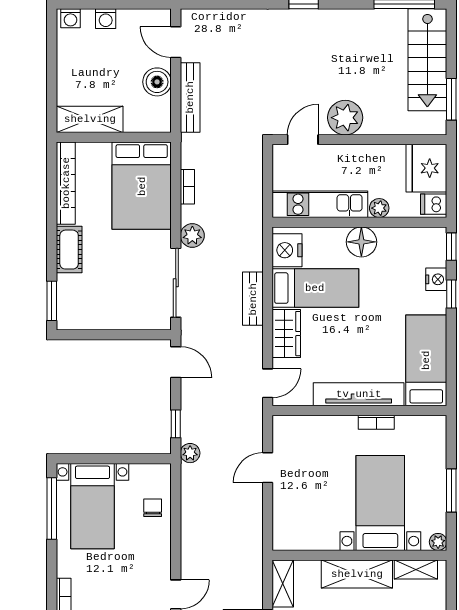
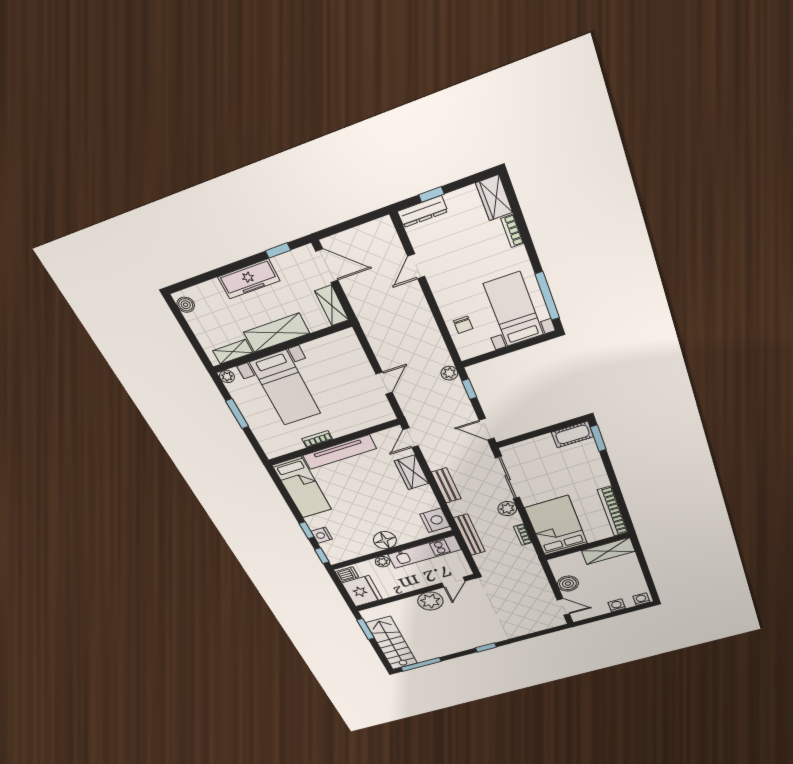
bench: (190, 97) -> (469, 535), moved
cot: (69, 250) -> (573, 434), moved, turned 90
bed: (315, 288) -> (404, 505), removed

